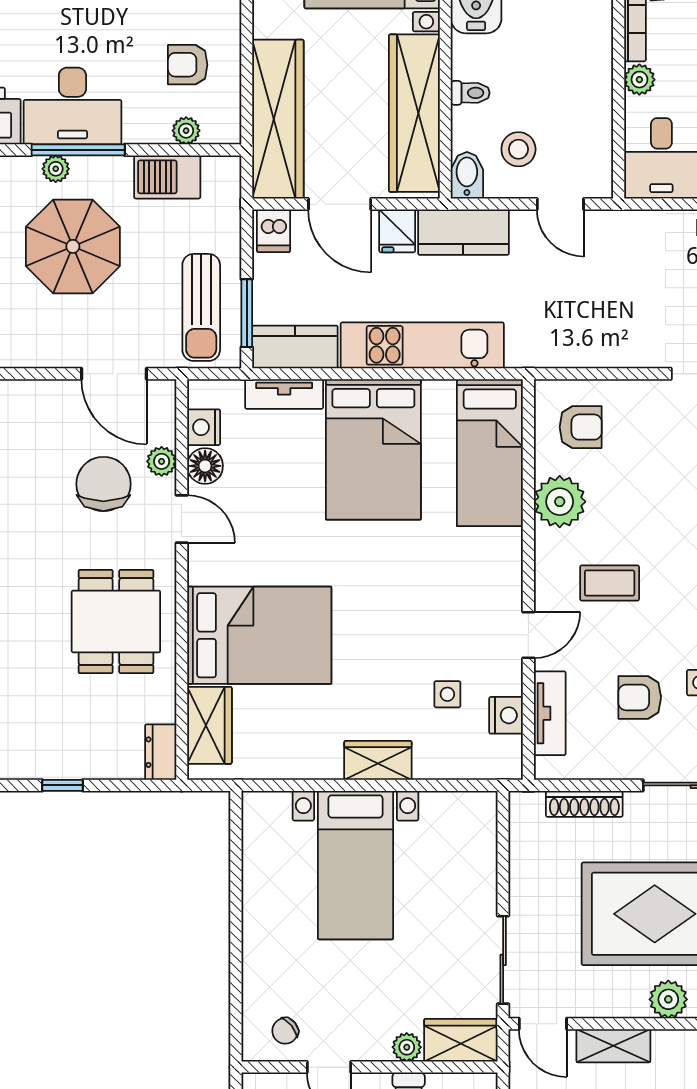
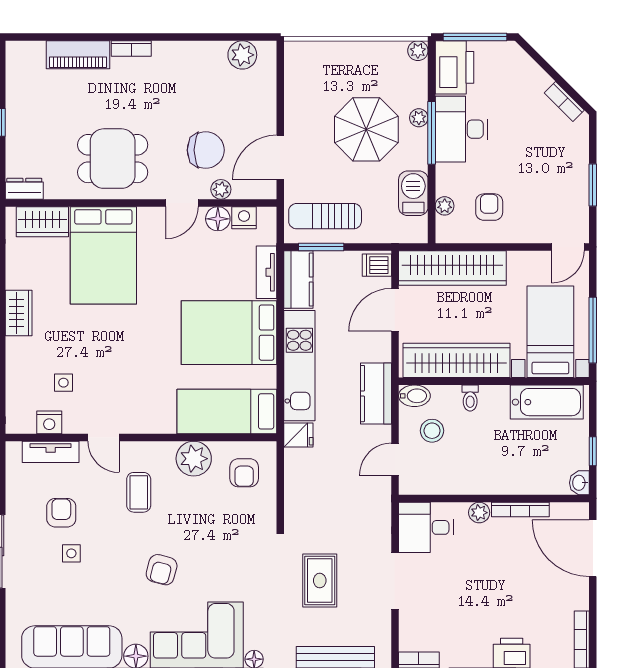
fridge: (397, 231) -> (298, 435), moved, turned 180
wardrobe: (378, 760) -> (19, 313), moved

